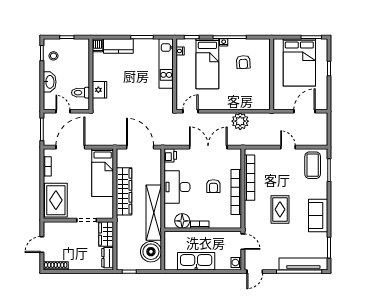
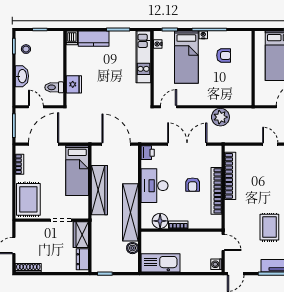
armchair: (243, 62) -> (224, 55), turned -87
rug: (280, 209) -> (269, 227), moved
boiler: (151, 252) -> (132, 248), width x0.54, depth x0.54
kitchen sink: (196, 261) -> (161, 263), moved

